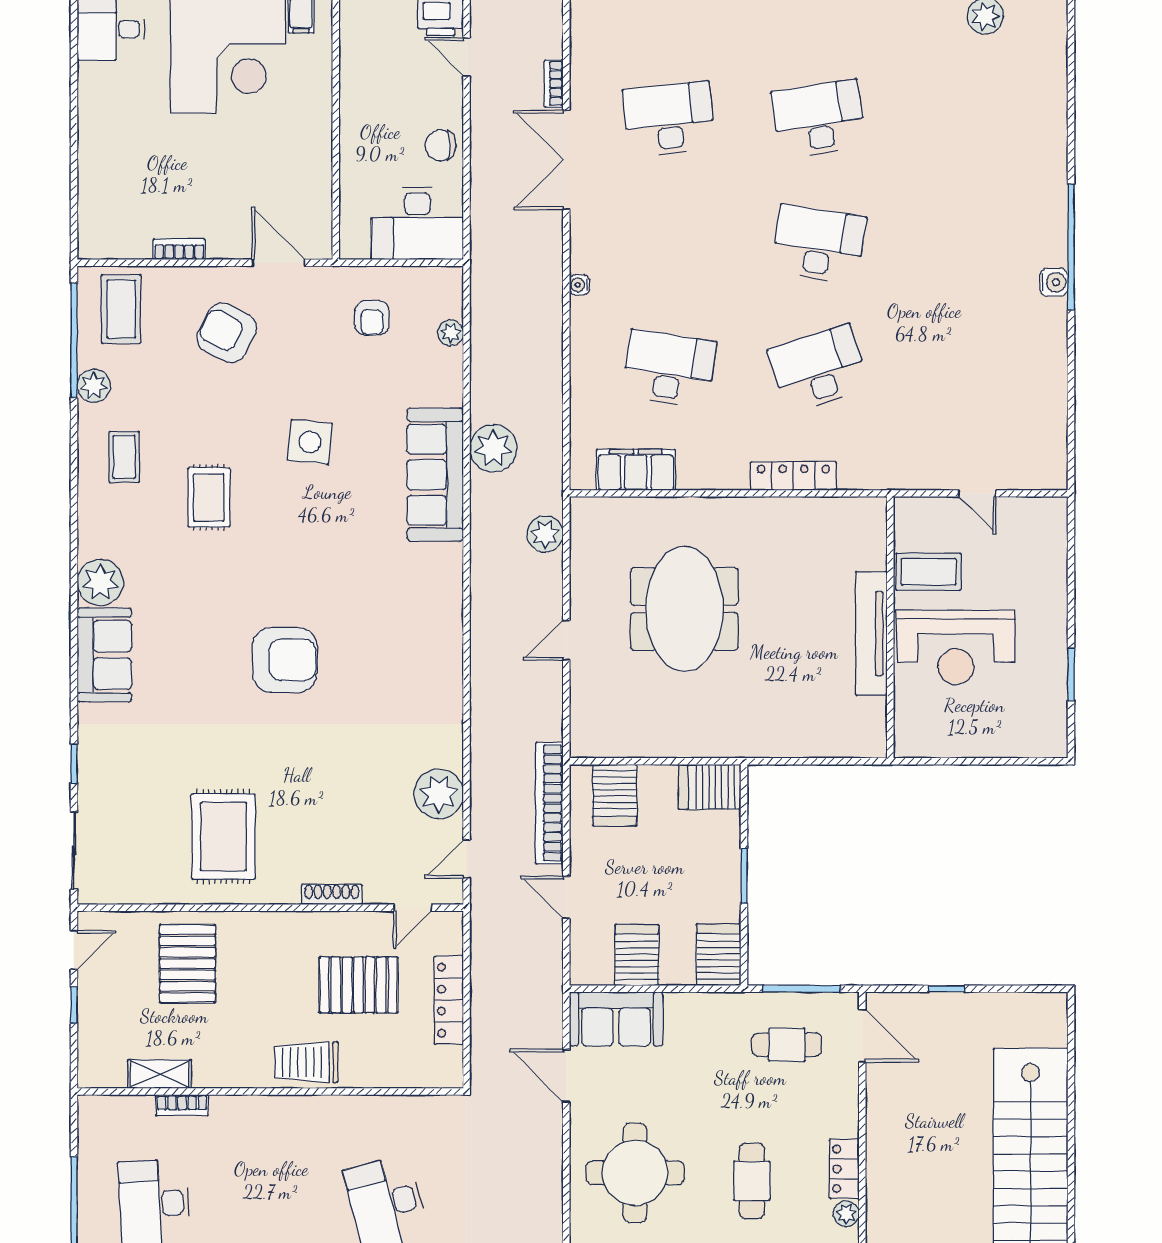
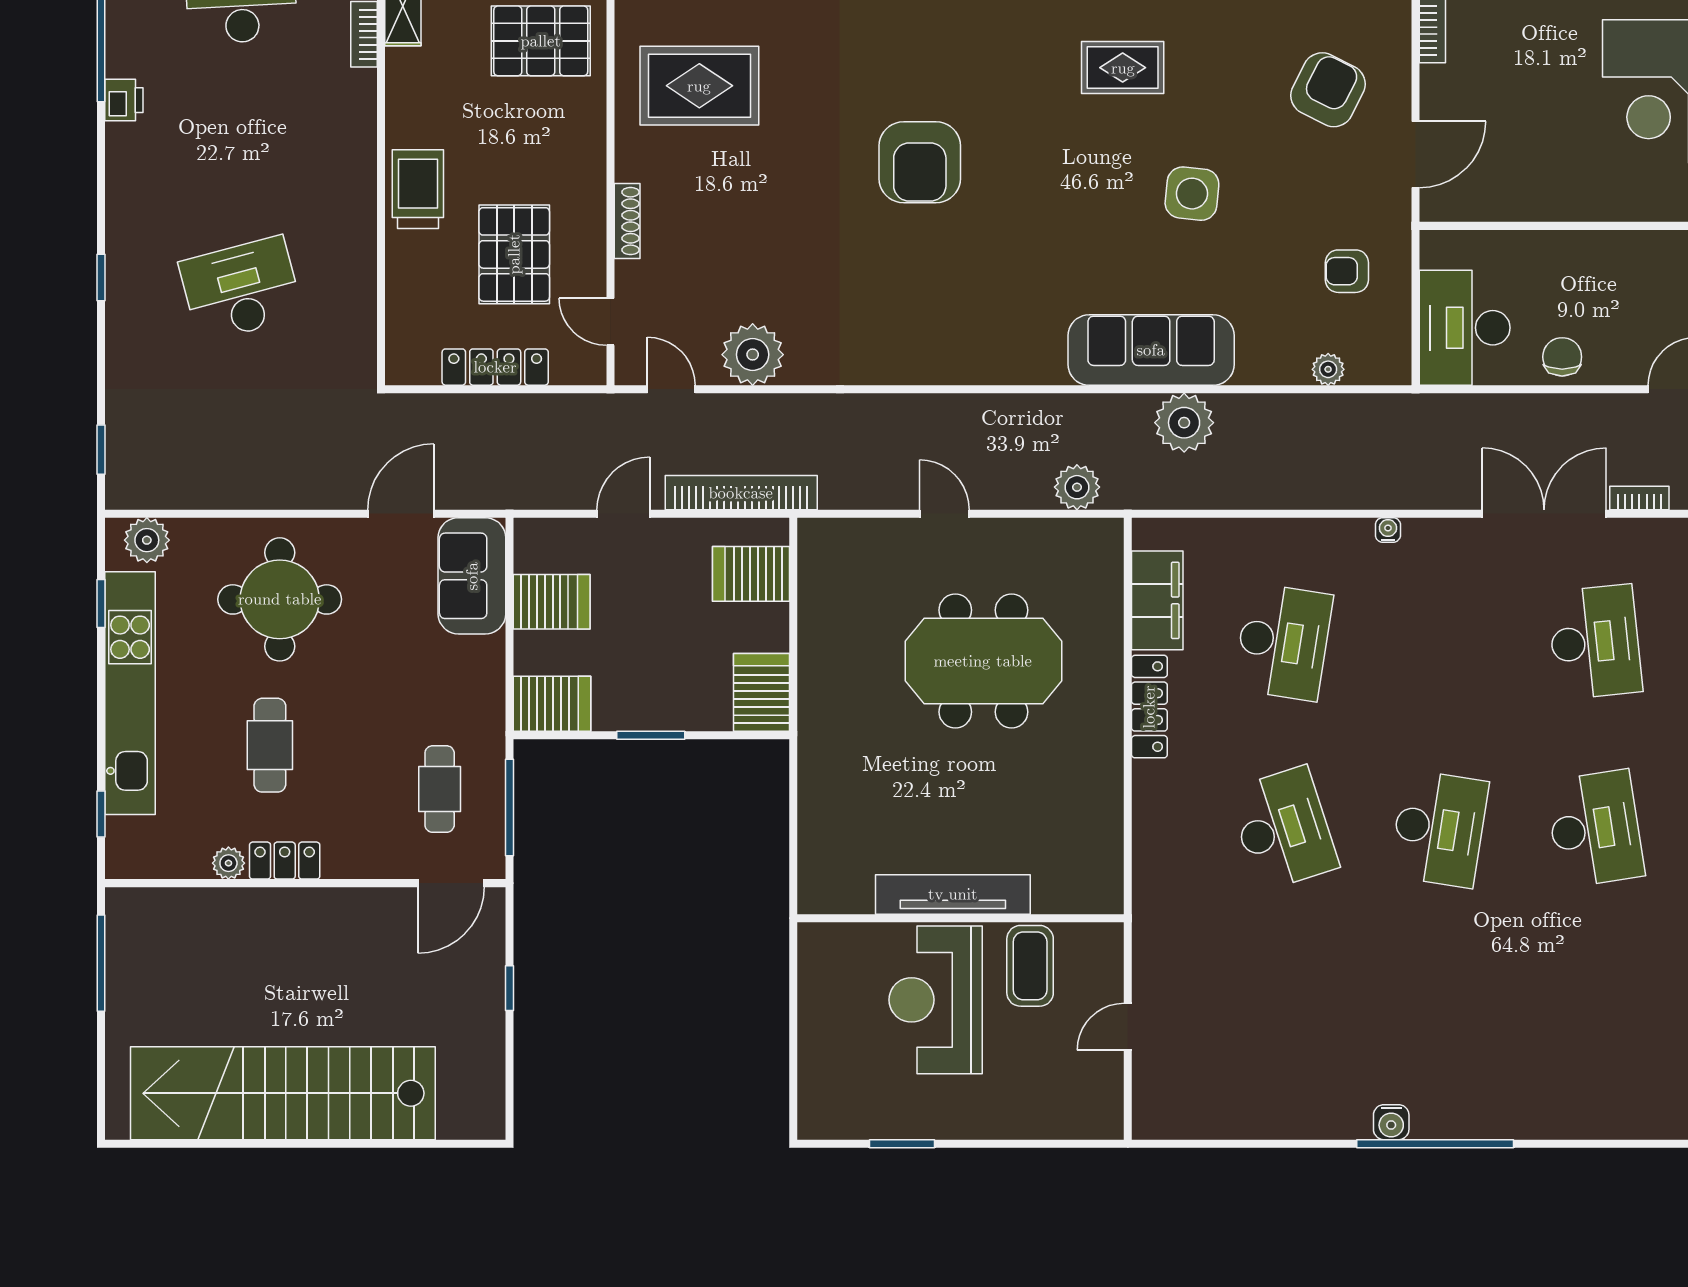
locker: (793, 476) -> (1149, 707), moved
cafe table: (752, 1181) -> (270, 745), turned 90

